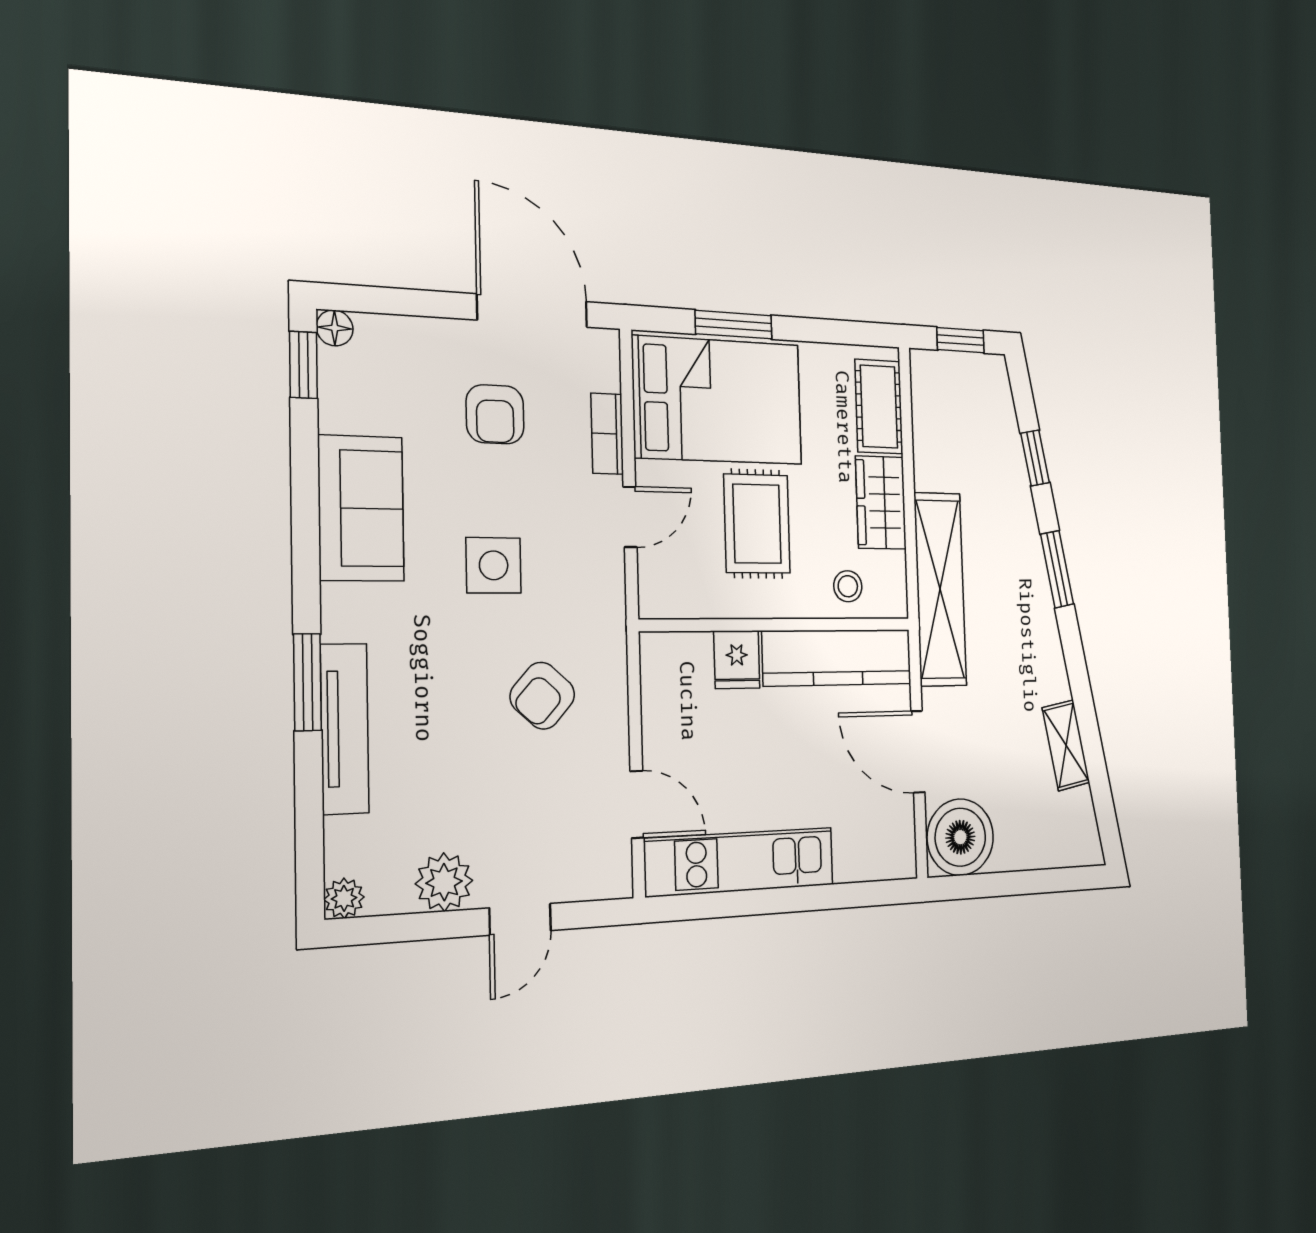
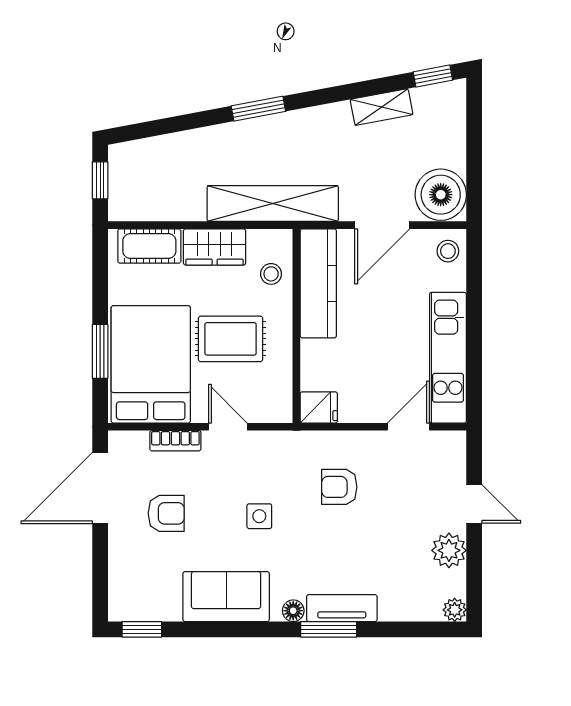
floor lamp: (335, 328) -> (293, 611), moved
window: (1035, 458) -> (433, 76), moved
side table: (494, 565) -> (259, 516), width x0.73, depth x0.73
fridge: (737, 660) -> (319, 407), moved
armchair: (542, 696) -> (339, 487), turned 138
tv unit: (345, 729) -> (342, 608), width x0.71
stool: (887, 852) -> (448, 251), added

